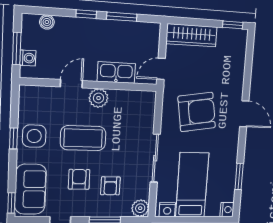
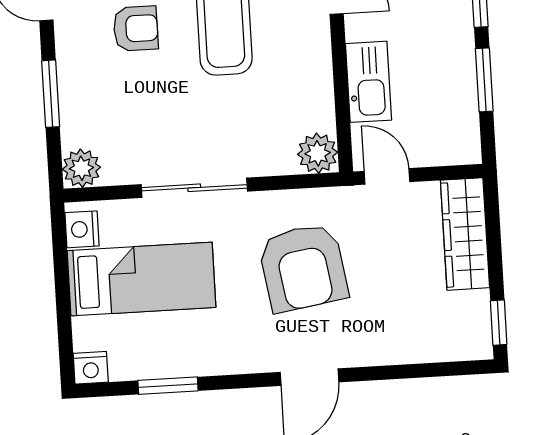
plant: (99, 98) -> (318, 153), moved
armchair: (110, 186) -> (126, 97), removed

